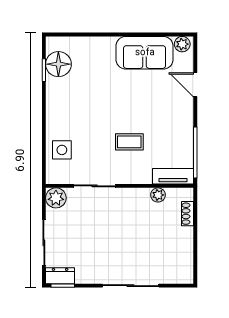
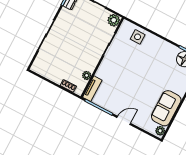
door: (195, 85) -> (124, 120), moved
coffee table: (129, 142) -> (123, 75), removed

